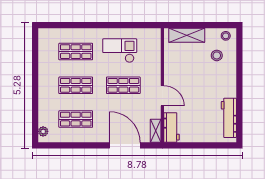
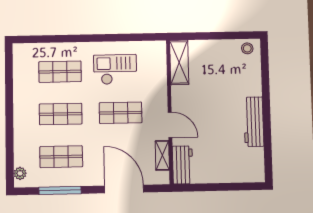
shelving: (187, 35) -> (179, 62), moved, turned 90
stool: (217, 55) -> (237, 73), removed
workbench: (229, 118) -> (254, 122), moved
shelving: (156, 131) -> (162, 155), moved
window: (74, 145) -> (60, 190), added

